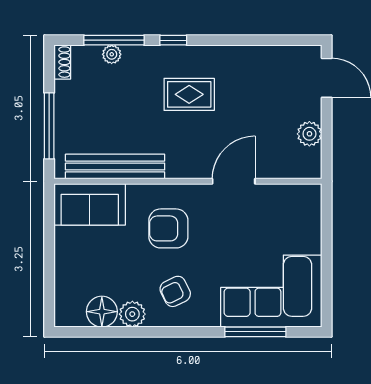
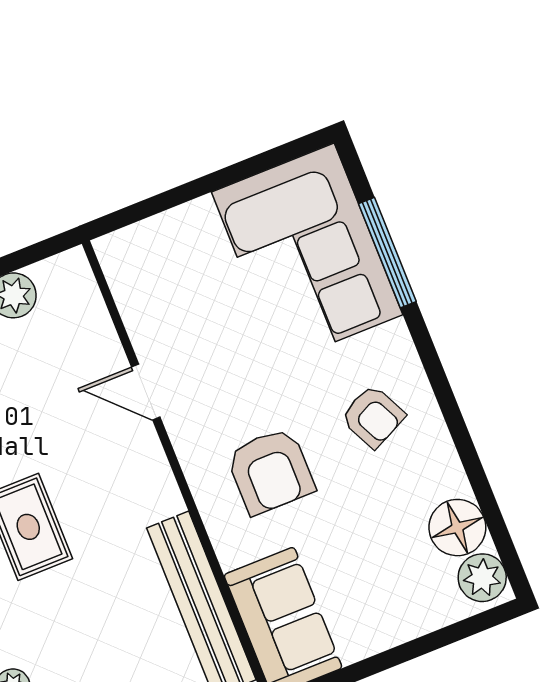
door: (234, 181) -> (146, 392), width x0.73
plant: (132, 314) -> (482, 578), moved

